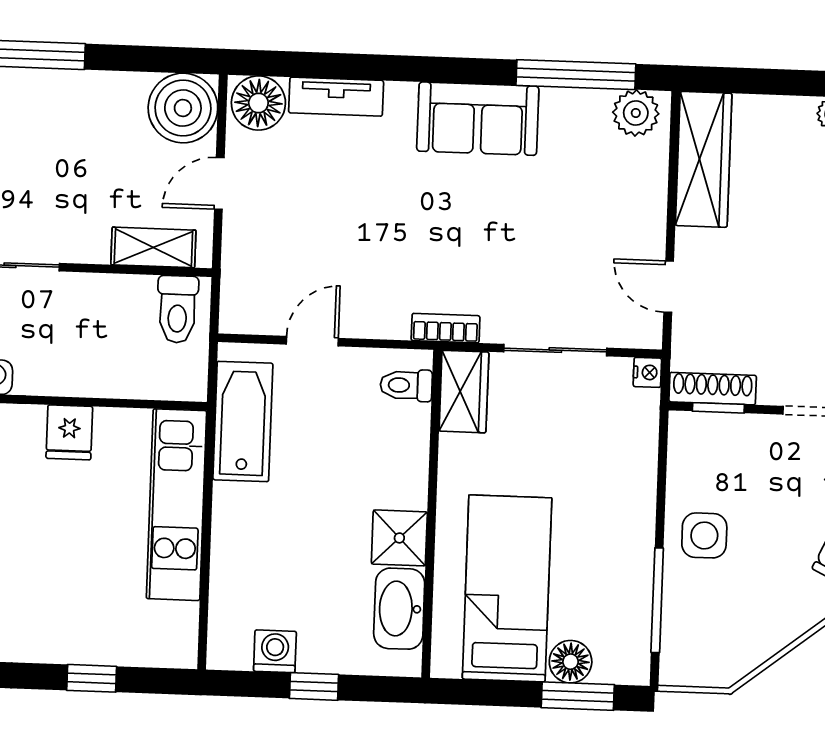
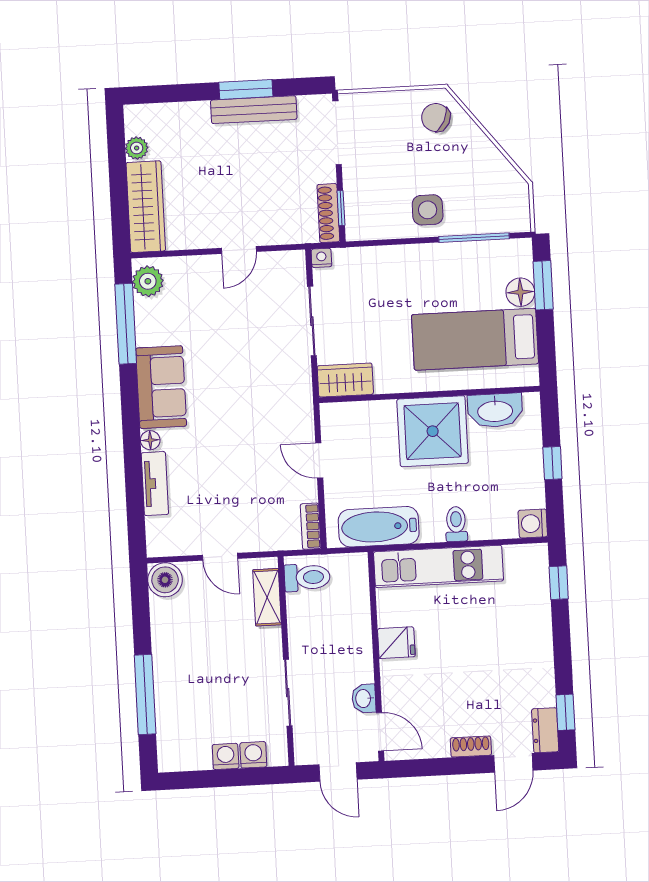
floor lamp: (258, 103) -> (150, 440), moved, width x0.53, depth x0.53
boiler: (183, 108) -> (165, 580), width x0.73, depth x0.73
wardrobe: (704, 159) -> (146, 207), moved, turned 90
door: (669, 287) -> (239, 250), moved
bookcase: (446, 328) -> (311, 526), moved
door: (312, 341) -> (319, 460), moved
toilet: (406, 385) -> (456, 524), moved, turned 180
shower: (399, 538) -> (433, 431), width x1.86, depth x1.86
washing machine: (275, 651) -> (533, 523), moved
window: (92, 678) -> (559, 583), moved

